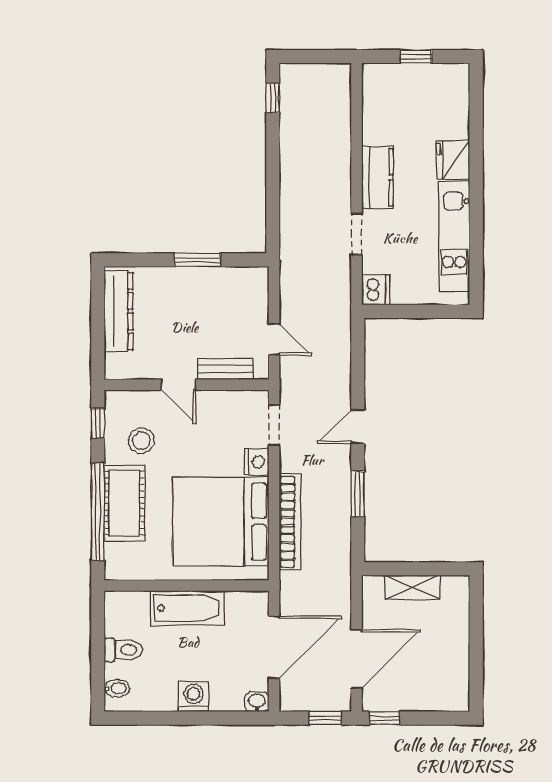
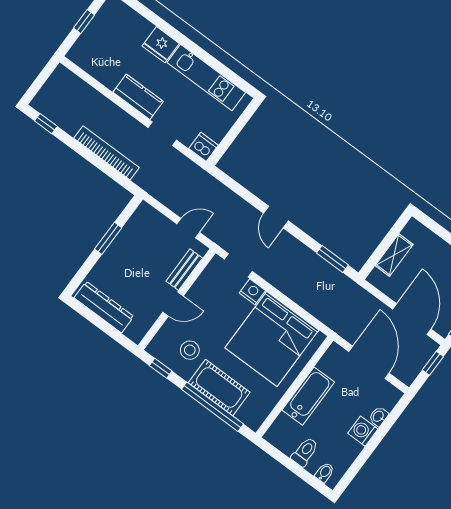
window: (358, 494) -> (332, 259), moved
bookcase: (290, 522) -> (107, 153), moved
washbasin: (257, 702) -> (379, 416), moved

